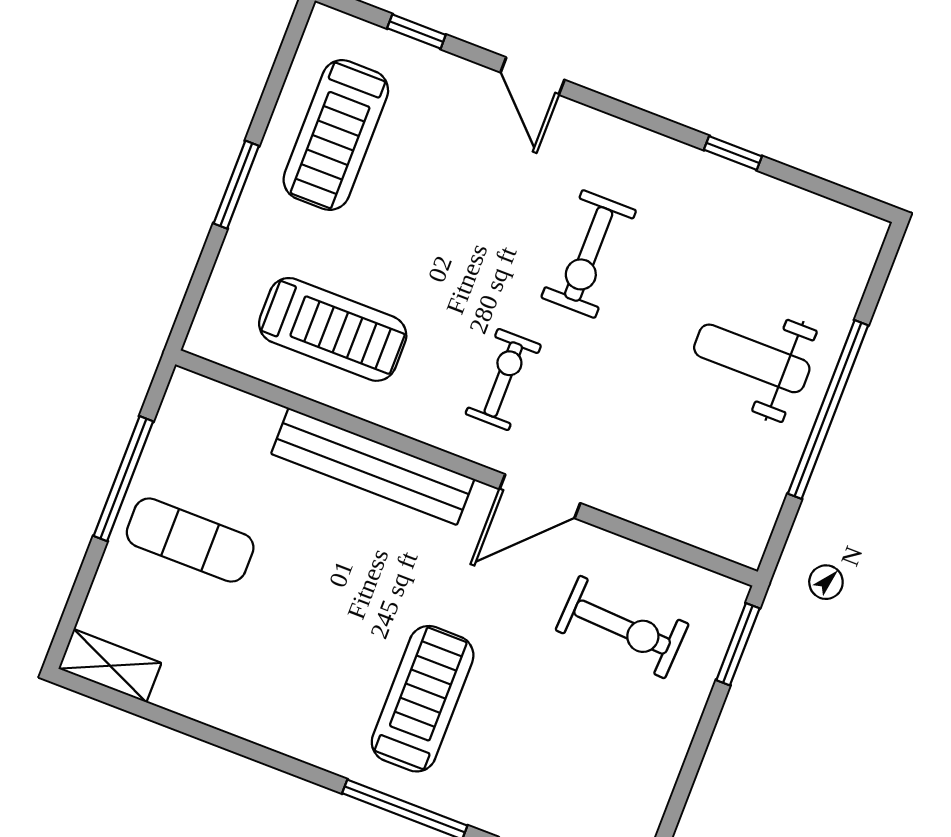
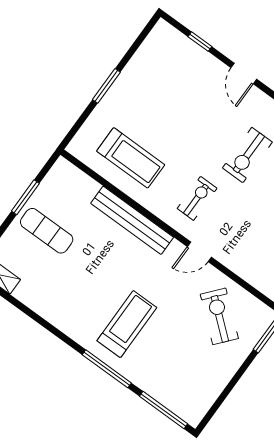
treadmill: (336, 135) -> (154, 76), removed
window: (123, 479) -> (25, 197), width x0.69
door: (540, 496) -> (199, 252), width x0.73
exercise bike: (622, 627) -> (219, 316), turned -143

